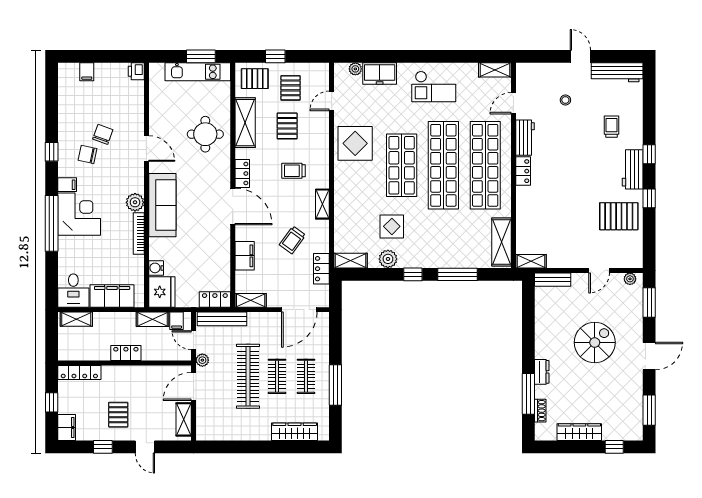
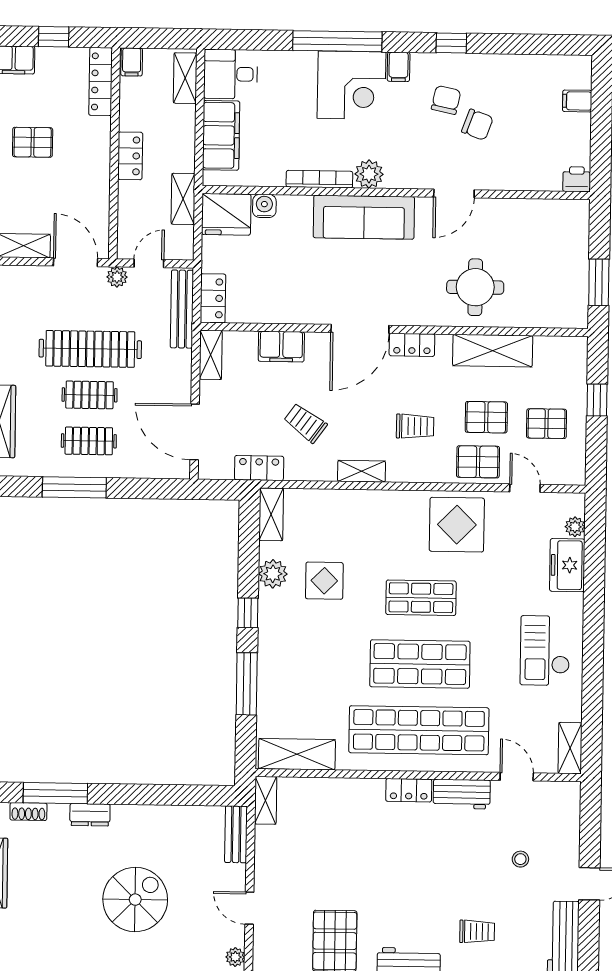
kitchen unit: (198, 72) -> (574, 277), removed
pallet: (255, 79) -> (478, 462), moved, turned 90
shop shelf: (402, 165) -> (421, 598), width x0.70, depth x0.74
shop shelf: (443, 165) -> (420, 664), width x0.71
trolley: (294, 171) -> (415, 426), turned 90
filing cabinet: (177, 321) -> (132, 62), moved, turned -90
spiral stairs: (595, 342) -> (135, 900), turned -90

